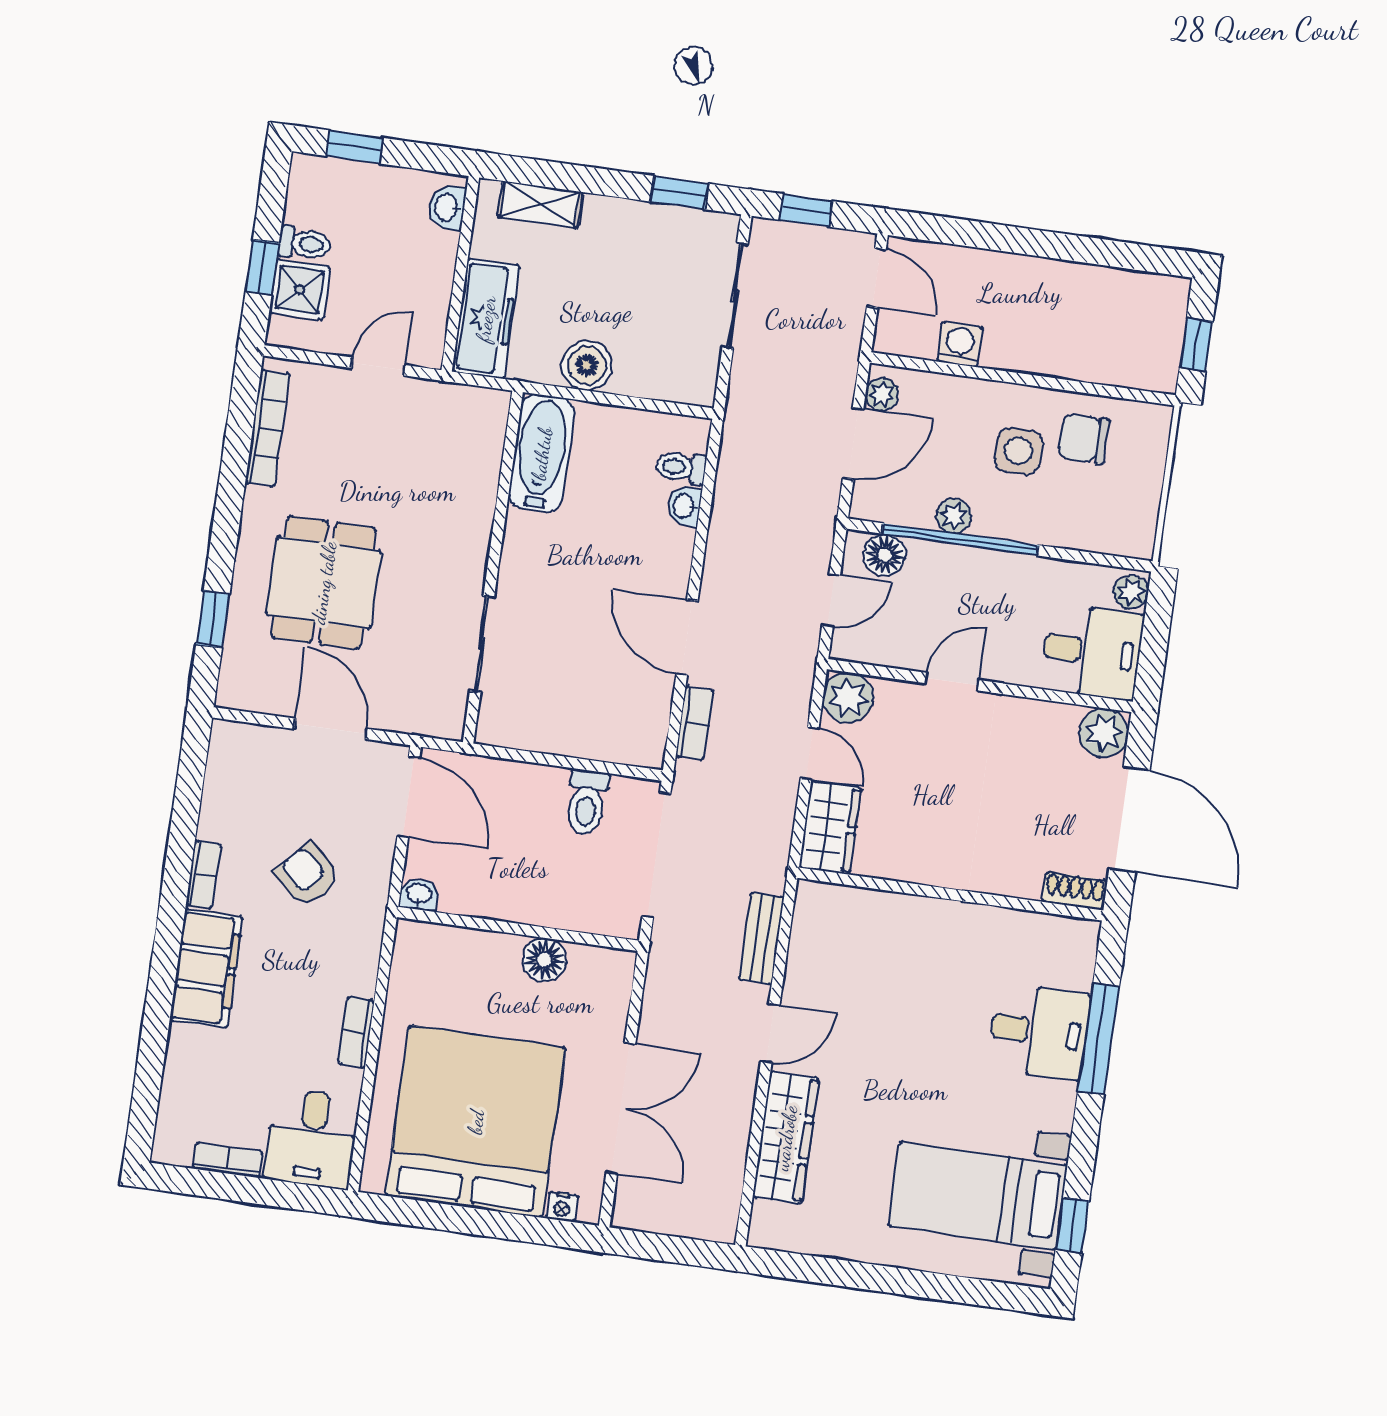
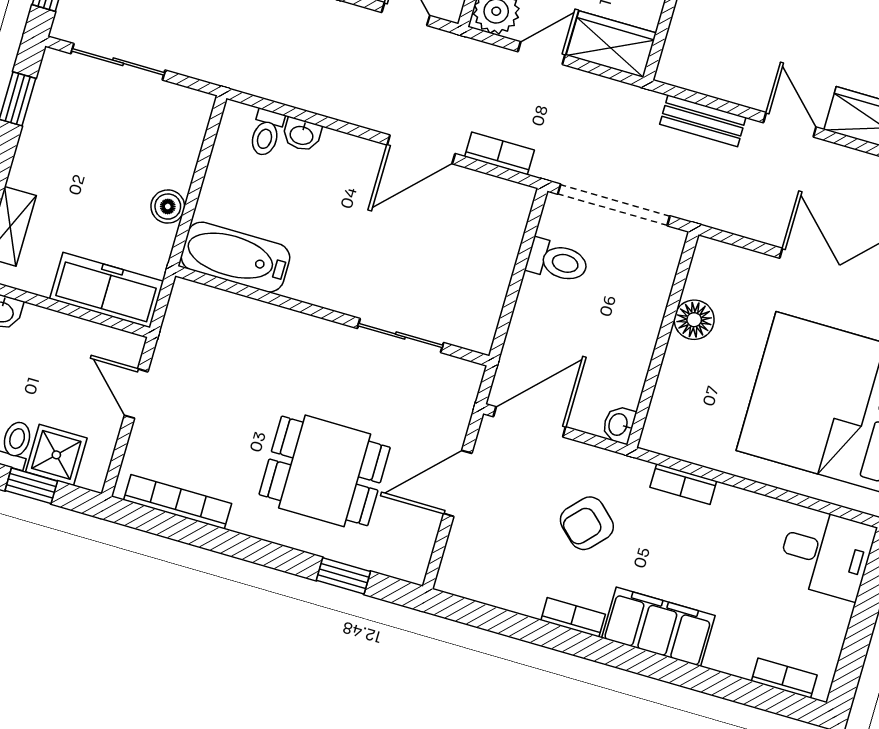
boiler: (587, 365) -> (168, 207), width x0.73, depth x0.73
bookcase: (356, 1032) -> (683, 484), moved
bookcase: (228, 1160) -> (784, 678), moved, turned 90

